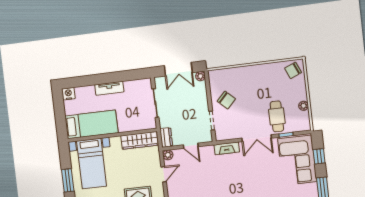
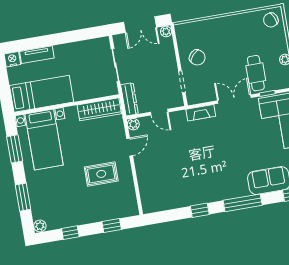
tv unit: (109, 88) -> (37, 55), moved
dresser: (166, 137) -> (129, 99), width x1.44
double door: (257, 138) -> (234, 99), swing flipped
window: (68, 180) -> (15, 149), moved

